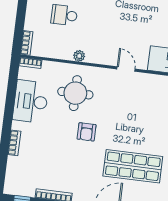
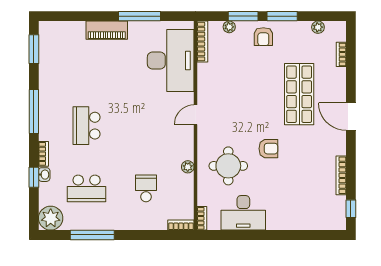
school desk: (64, 15) -> (146, 188), turned 180
bookcase: (14, 143) -> (290, 225), removed

